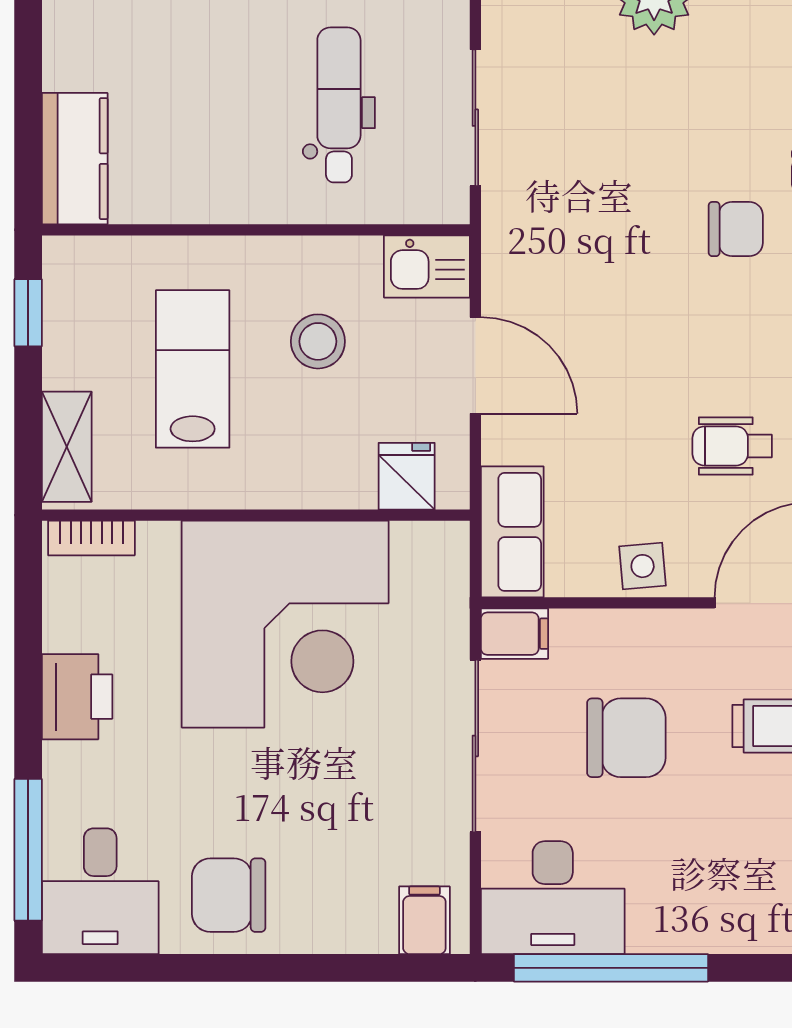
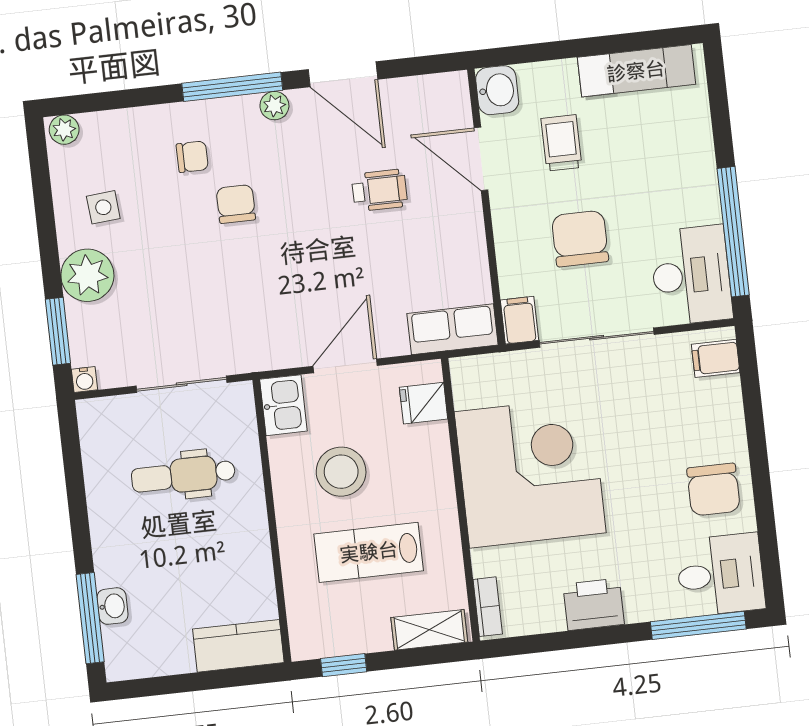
stool: (318, 341) -> (341, 472), width x1.38, depth x1.38
wheelchair: (732, 446) -> (379, 190), turned -90
side table: (643, 566) -> (103, 207), moved

